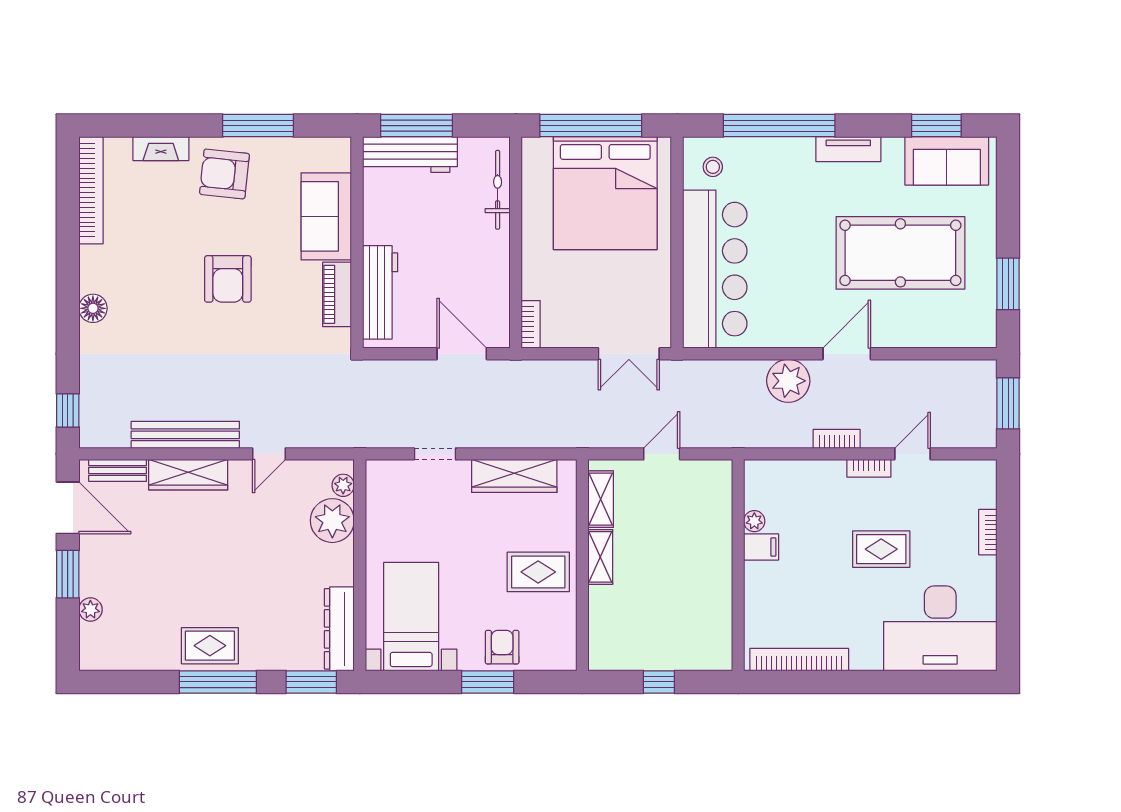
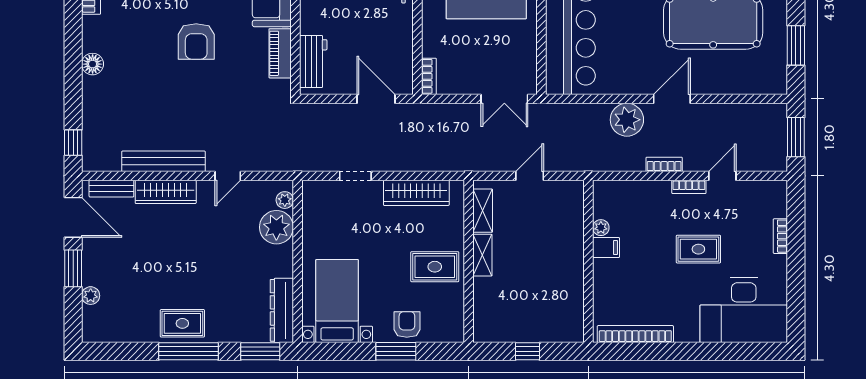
workbench: (380, 292) -> (313, 62), width x0.73

